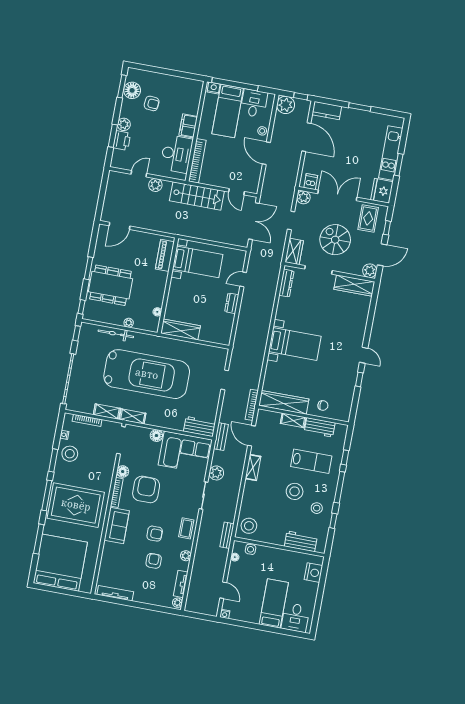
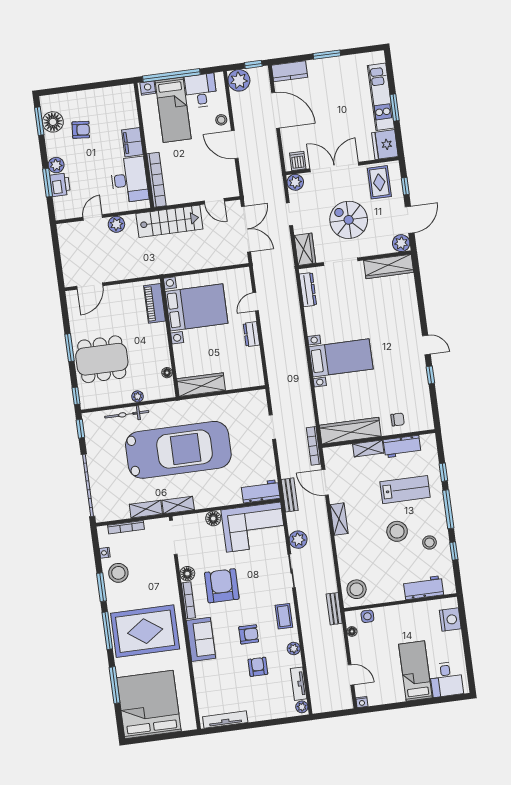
bed with nightstands: (198, 262) -> (197, 307), width x1.36

